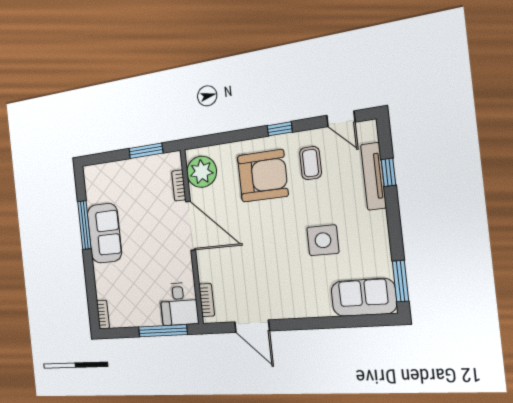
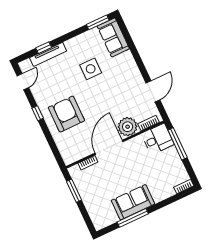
coffee table: (310, 163) -> (51, 90), removed
plant: (202, 172) -> (128, 127), moved

